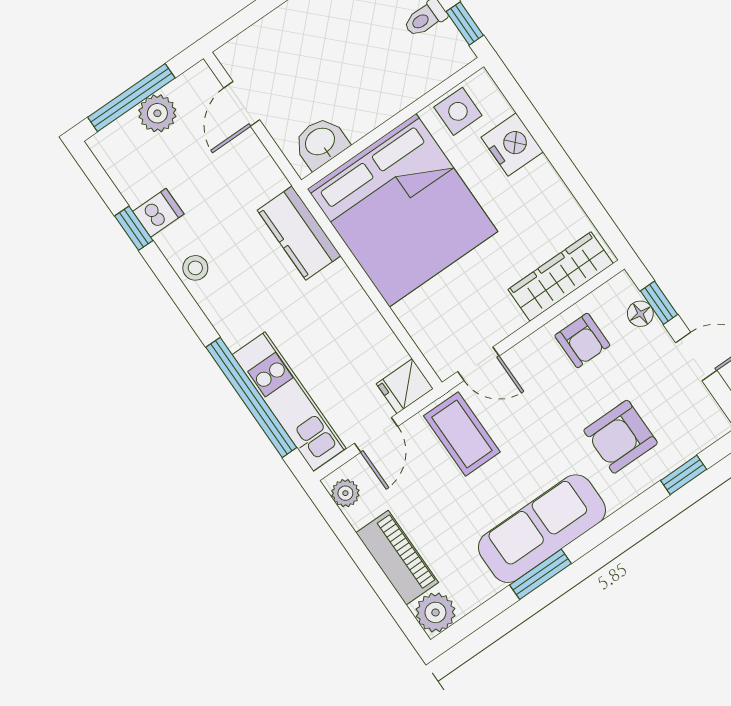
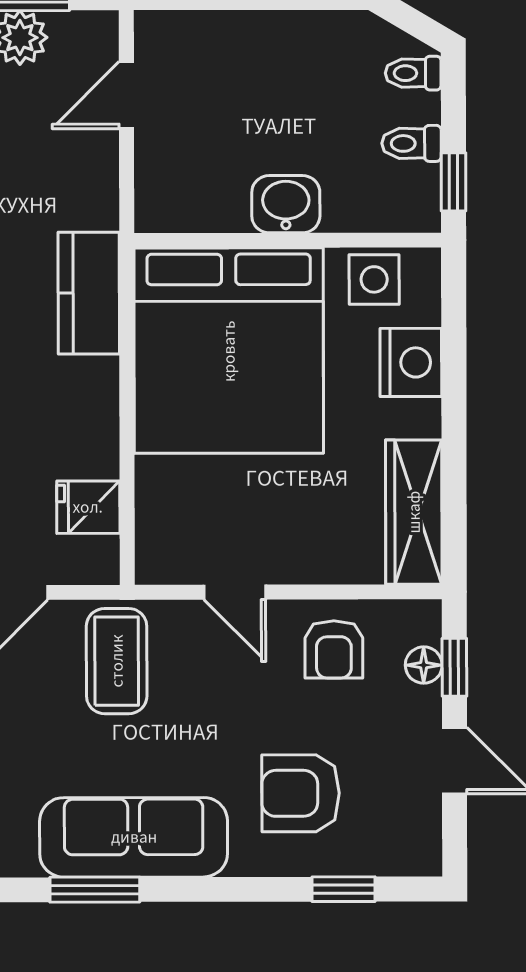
washbasin: (321, 142) -> (286, 204), moved
wardrobe: (561, 276) -> (414, 512), moved, turned -90
door: (478, 364) -> (235, 592), moved
fridge: (405, 386) -> (88, 507), moved

